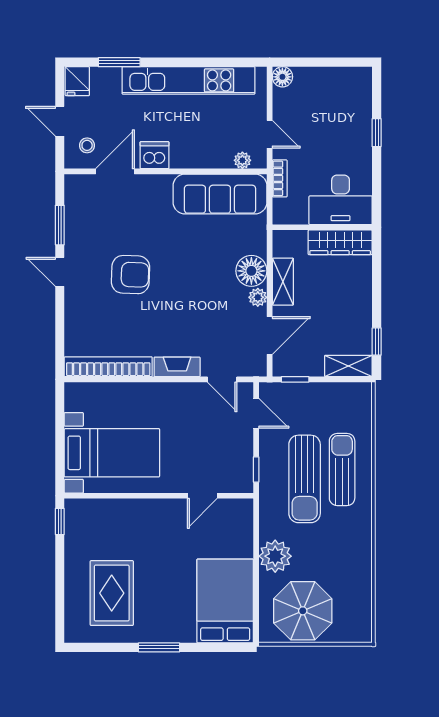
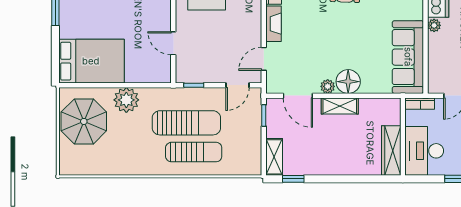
plant: (242, 160) -> (434, 25), moved
desk: (341, 200) -> (424, 151), moved
wall: (322, 227) -> (403, 137), moved
wardrobe: (340, 242) -> (391, 150), moved
sun lounger: (305, 479) -> (186, 123), turned 180

